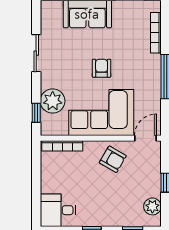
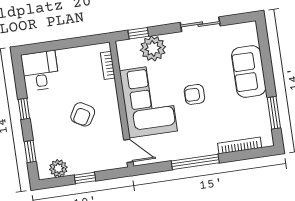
armchair: (102, 68) -> (194, 94), turned 180
bookcase: (62, 146) -> (108, 65), width x0.64
armchair: (113, 159) -> (83, 114), moved

